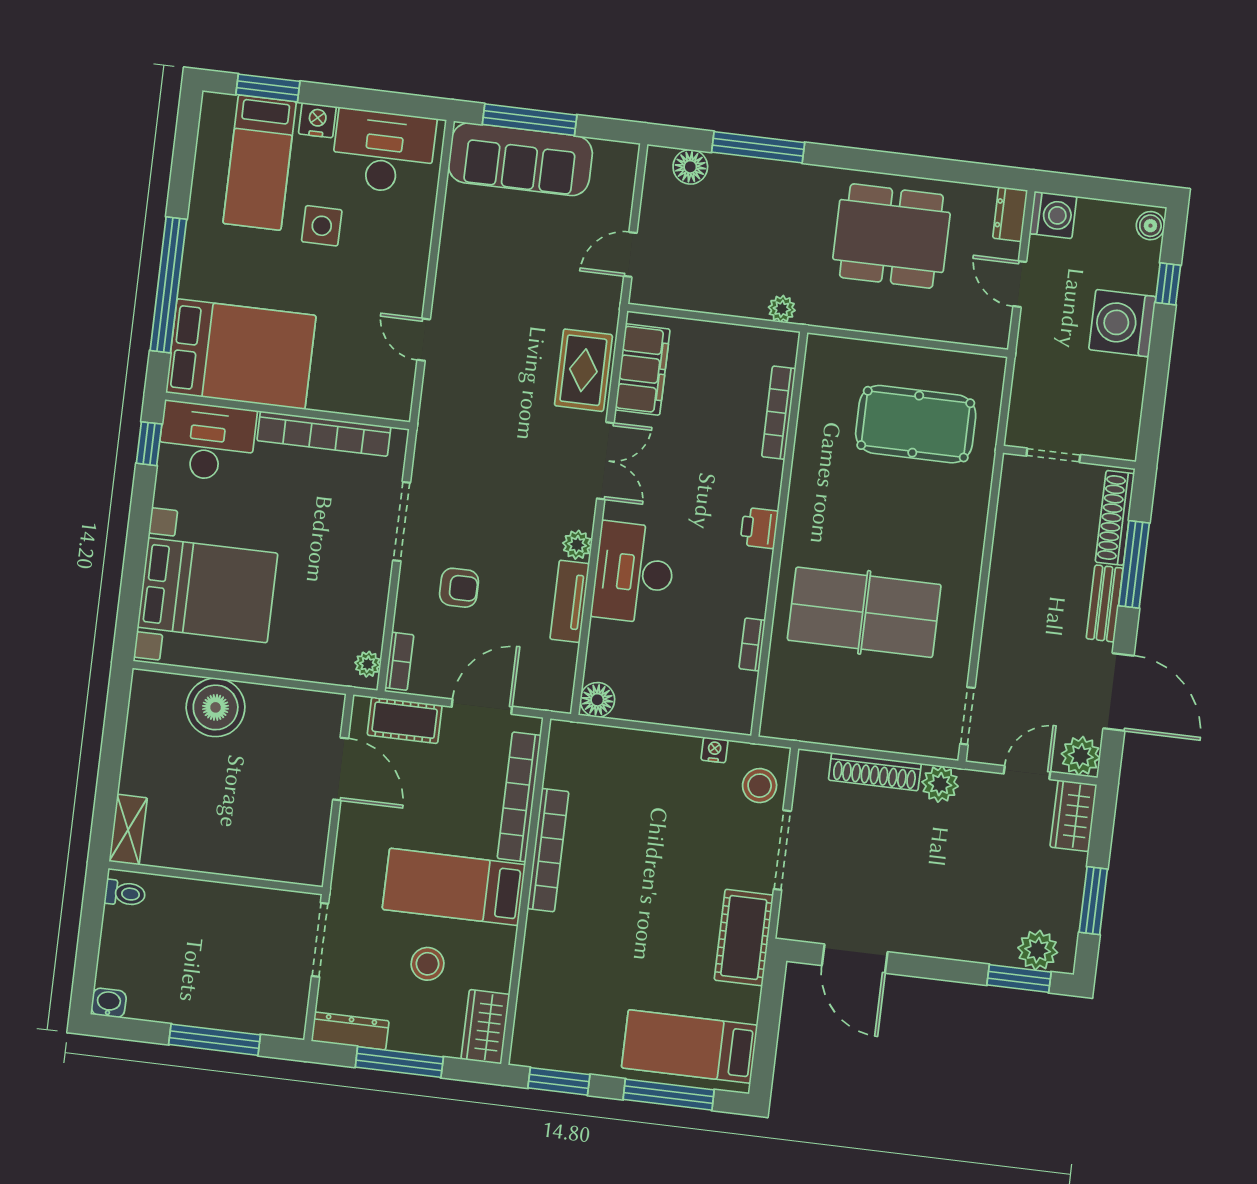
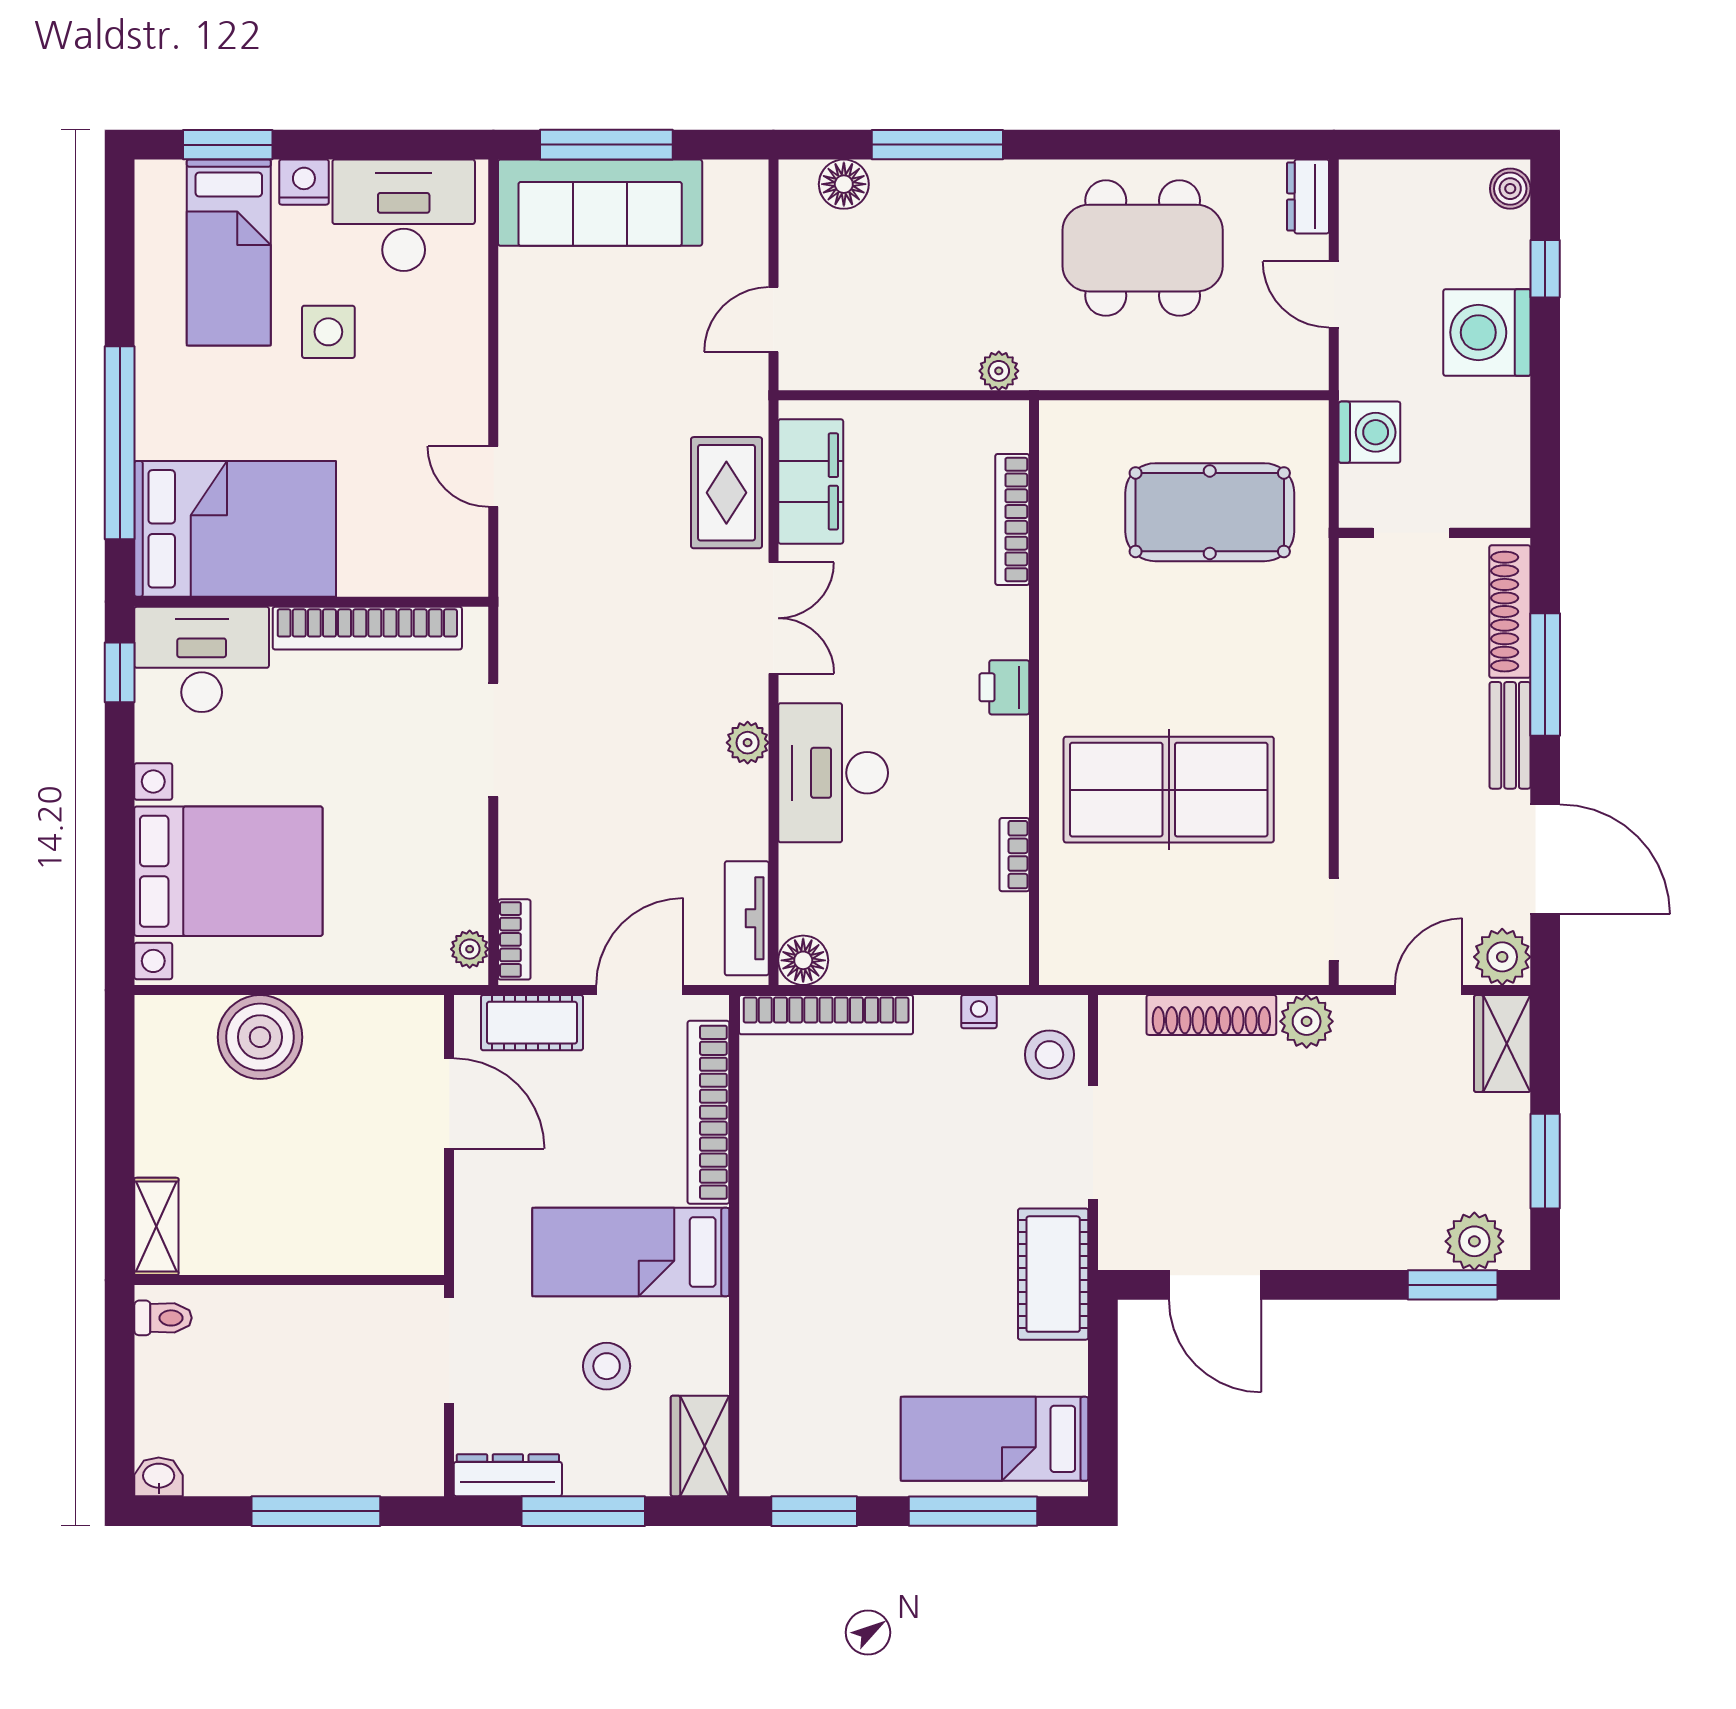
washing machine: (1053, 215) -> (1369, 432), moved
armchair: (459, 588) -> (587, 824), removed
tv unit: (570, 601) -> (747, 918), moved
bookcase: (548, 850) -> (826, 1015), moved, turned 90

